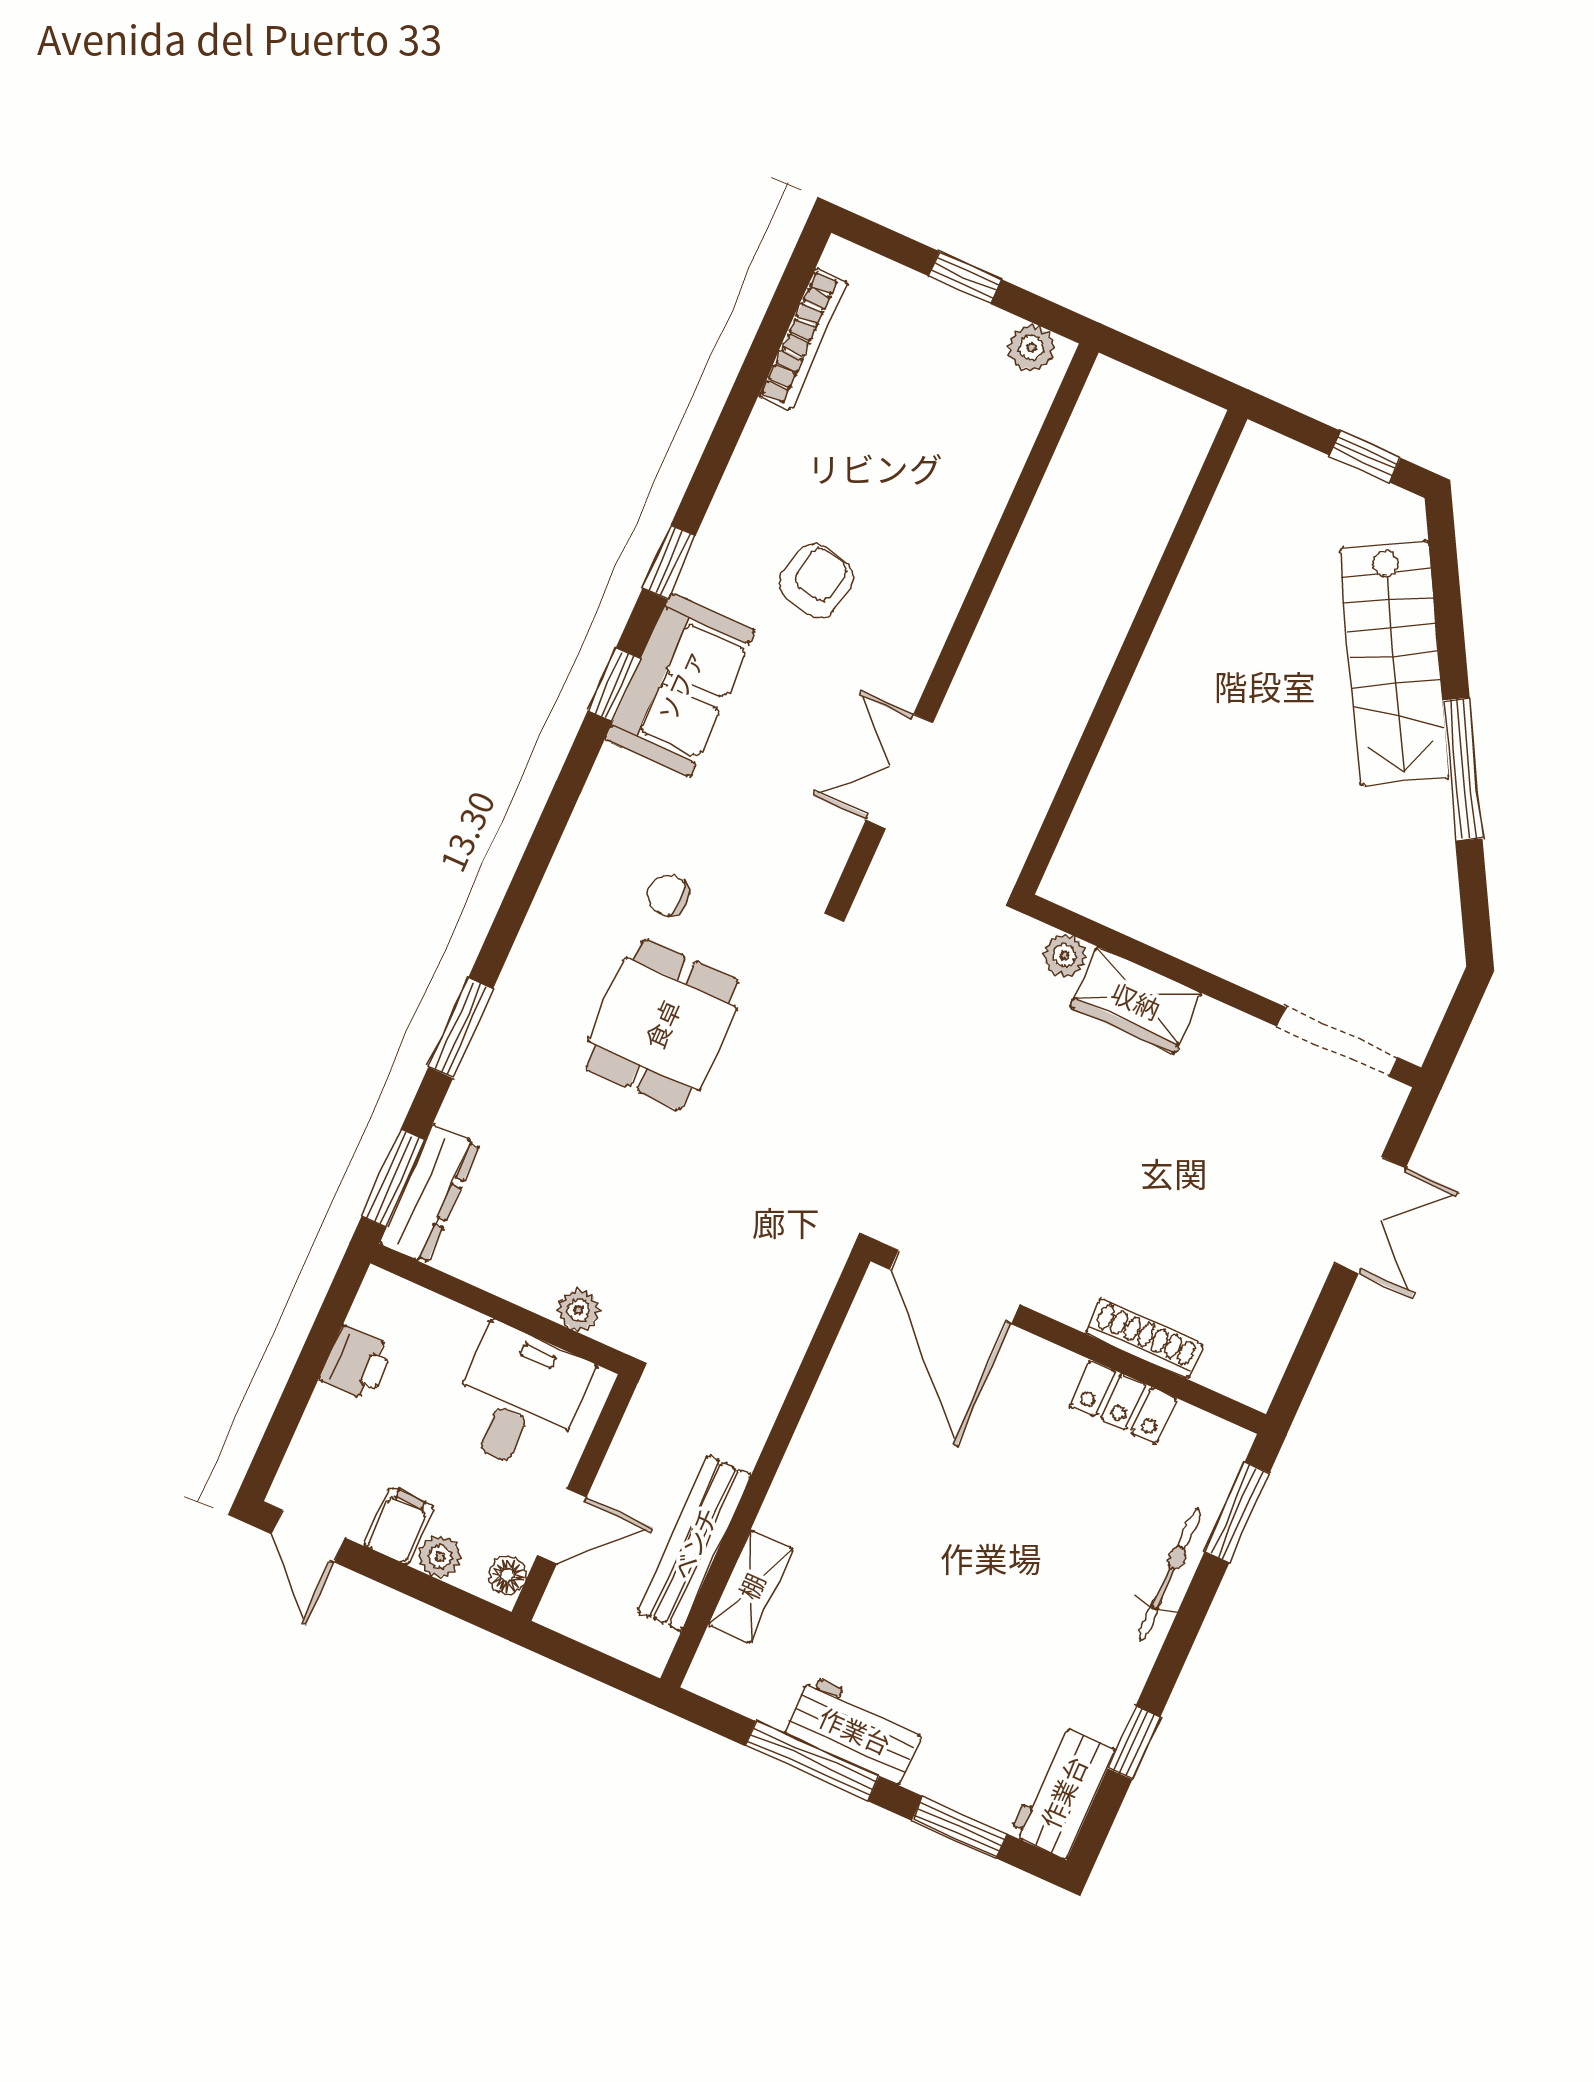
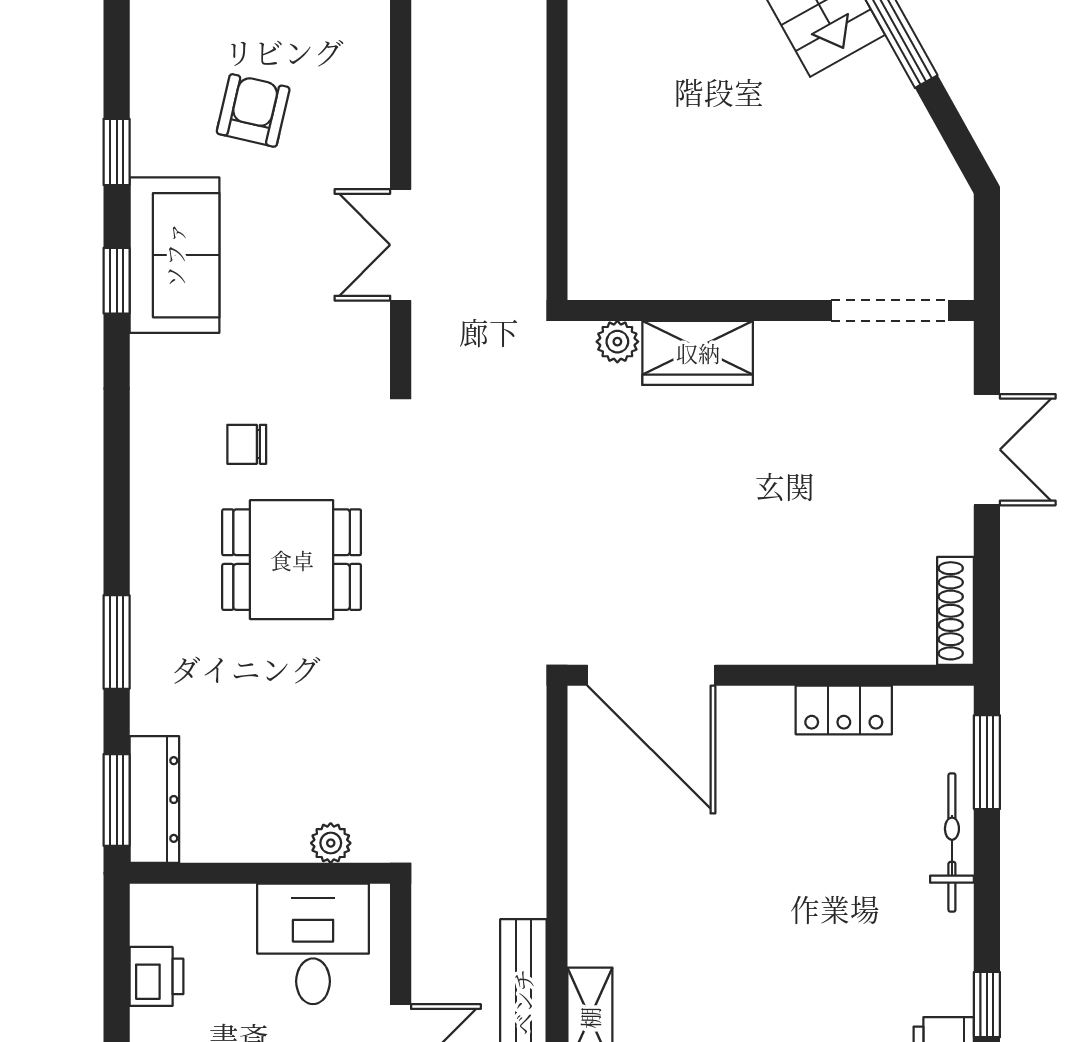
dining table: (662, 1024) -> (292, 560), turned 90
shoe rack: (1144, 1339) -> (956, 611), moved, turned -90

